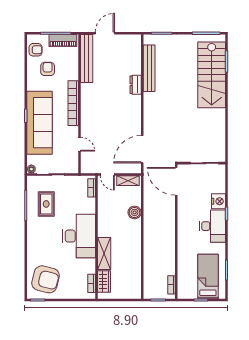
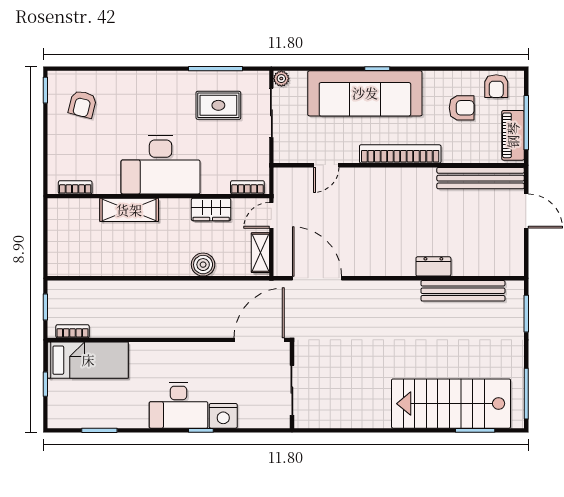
bed: (208, 276) -> (88, 360), moved
armchair: (46, 279) -> (82, 104), width x0.53, depth x0.53
wardrobe: (104, 282) -> (211, 209), moved

